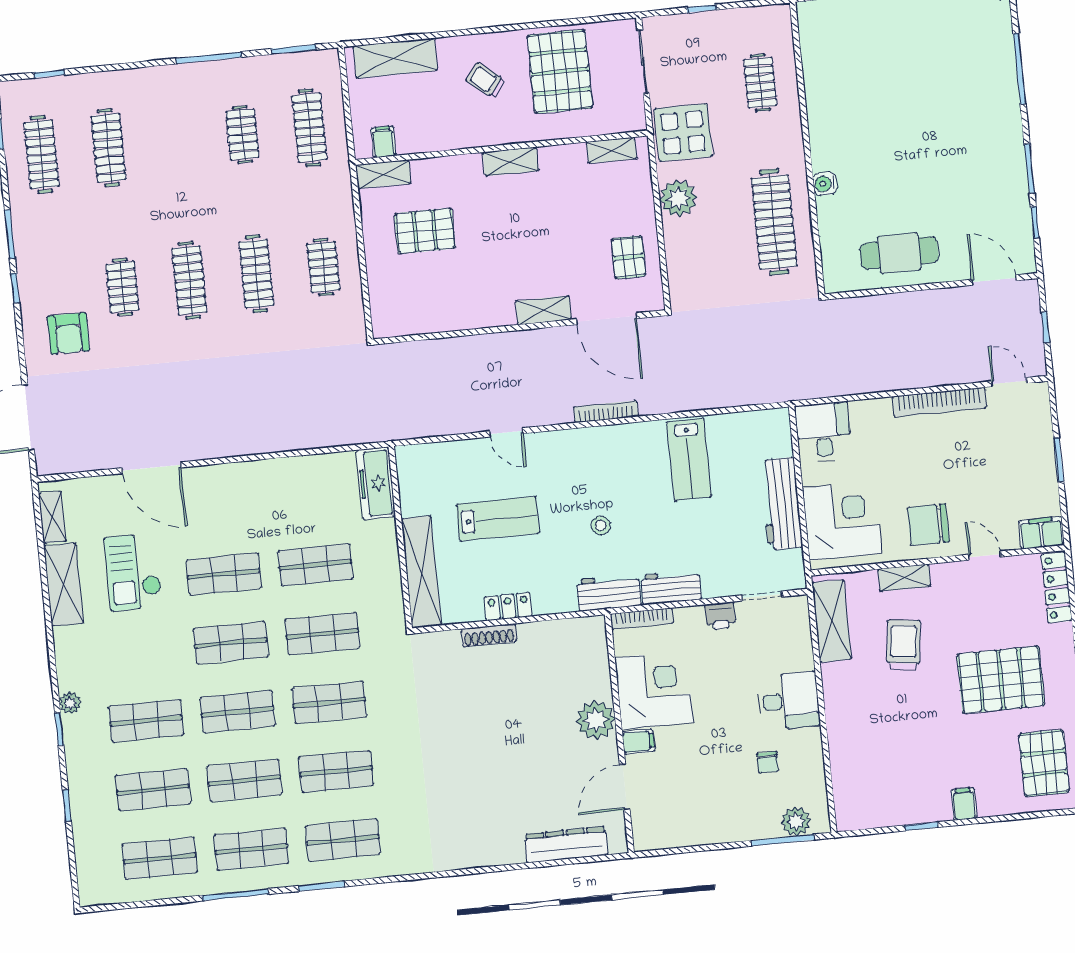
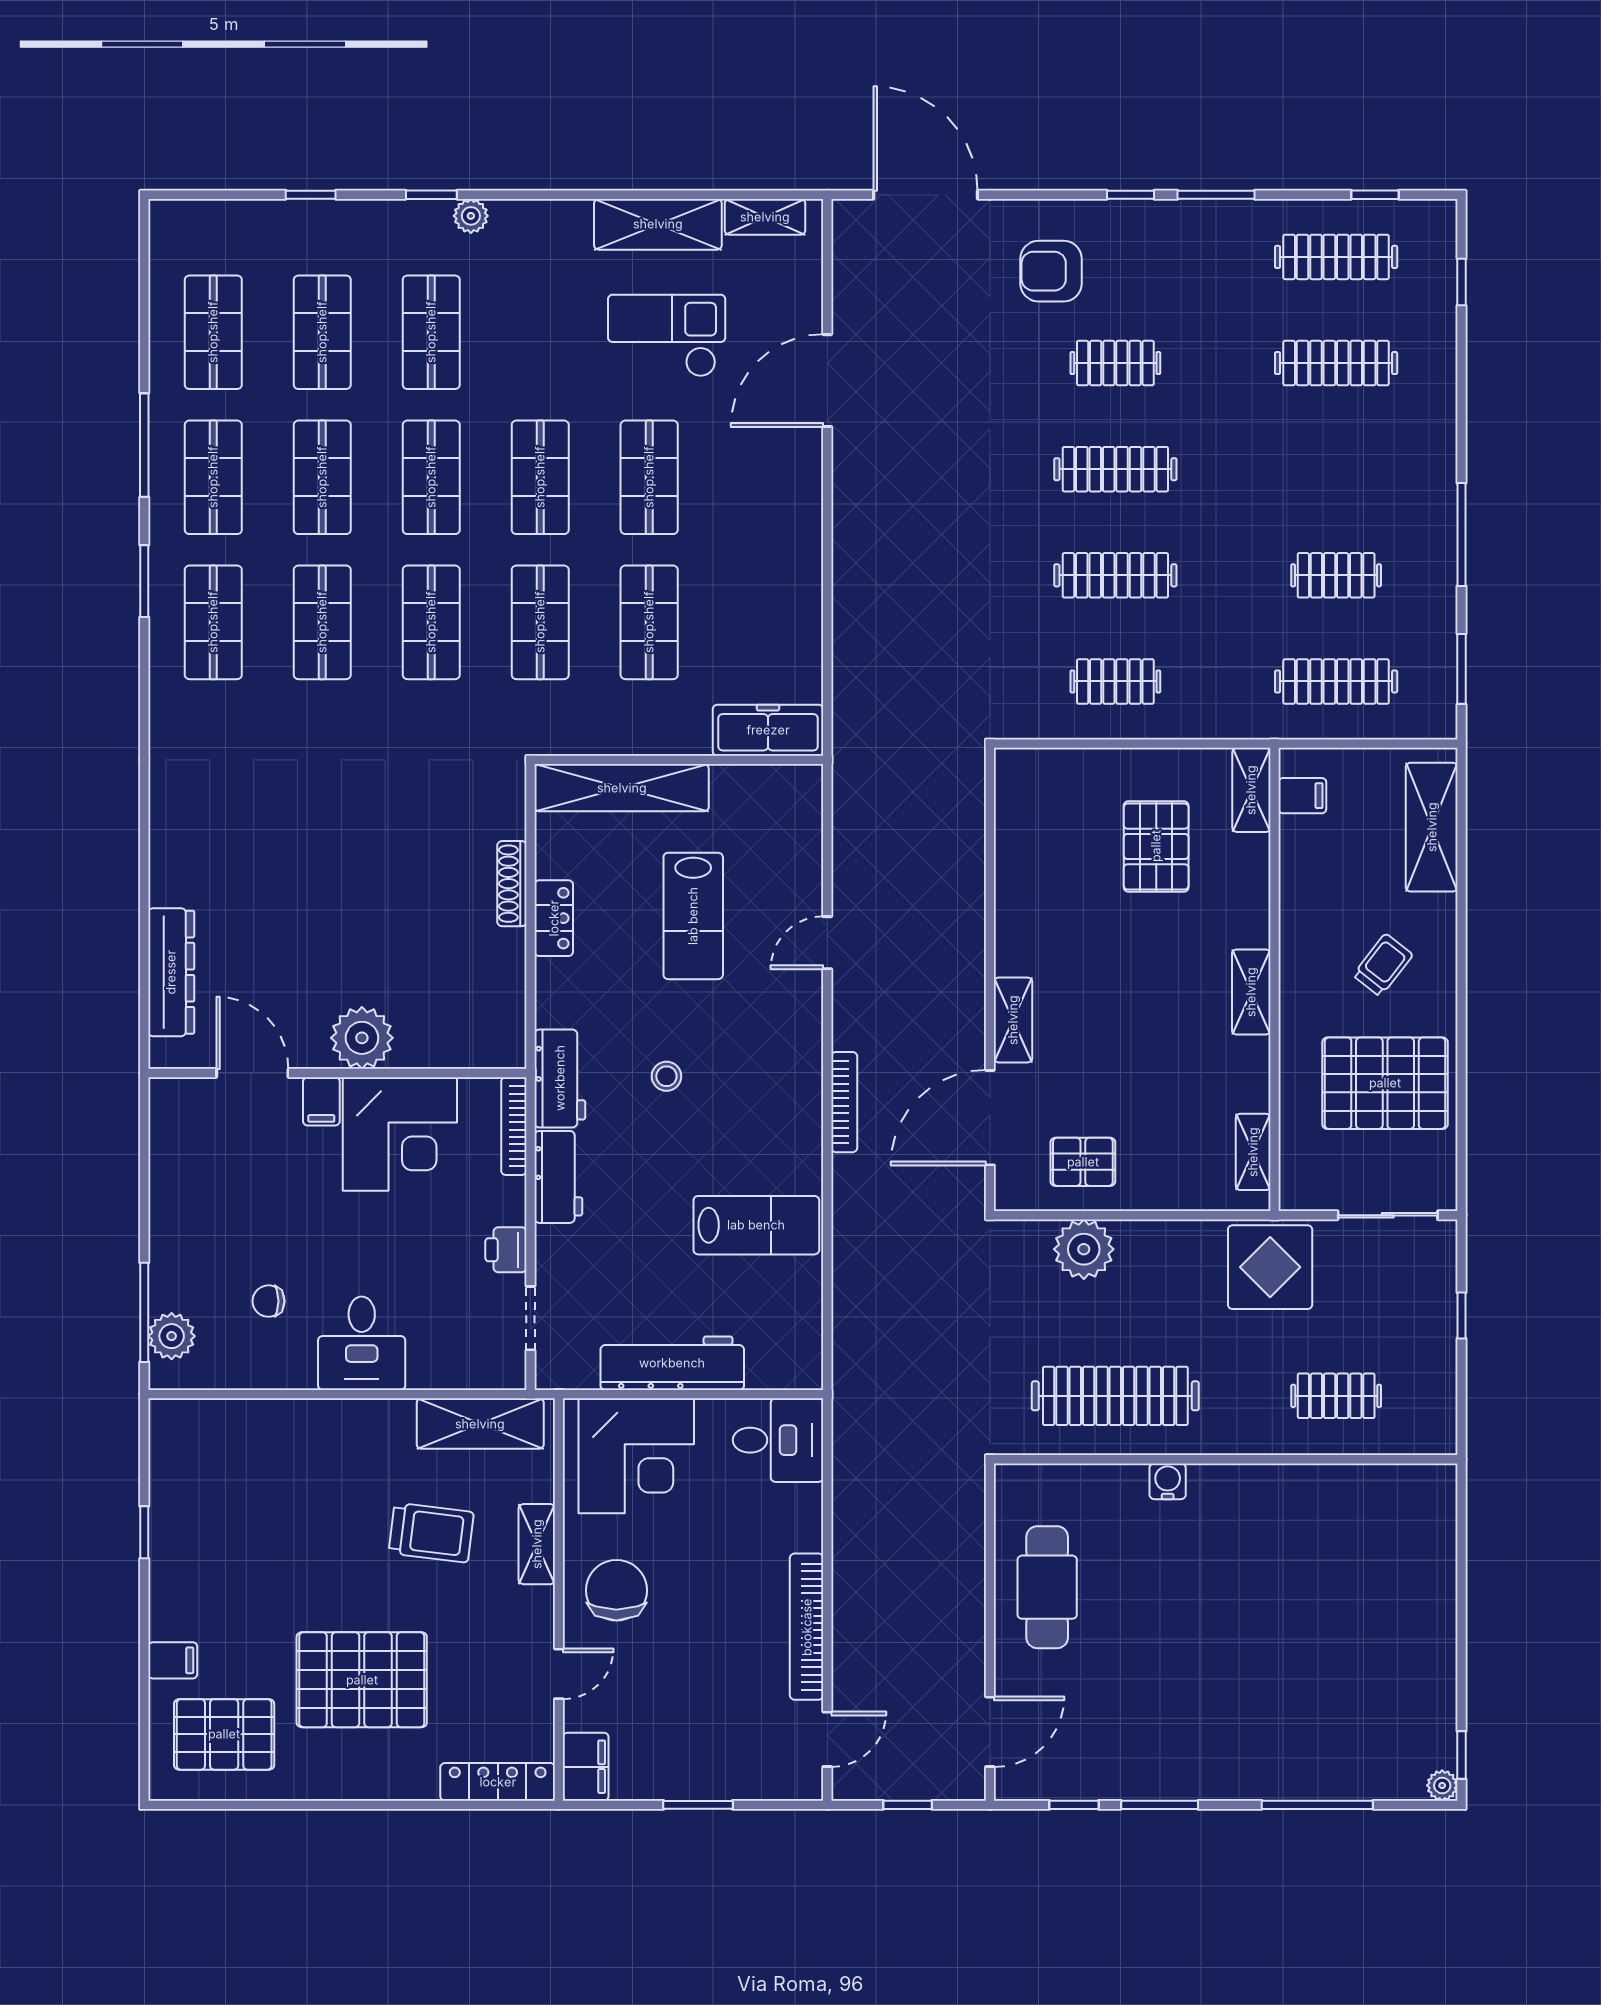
plant: (678, 198) -> (1084, 1249), moved
lab bench: (689, 459) -> (756, 1225), turned 180
pallet: (1001, 680) -> (362, 1680), turned 90
filing cabinet: (964, 804) -> (173, 1660), moved

